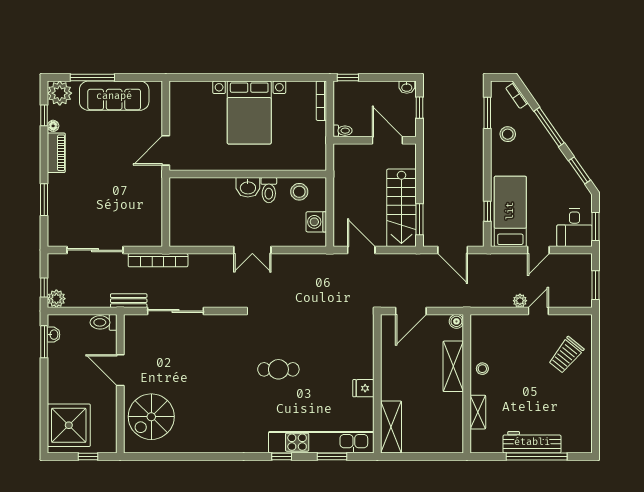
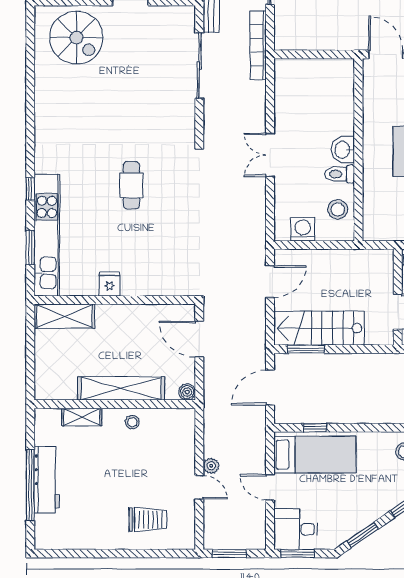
trolley: (566, 355) -> (148, 519), turned 141
shelving: (453, 366) -> (121, 388), width x1.47
spiral stairs: (151, 417) -> (76, 38), turned 180

